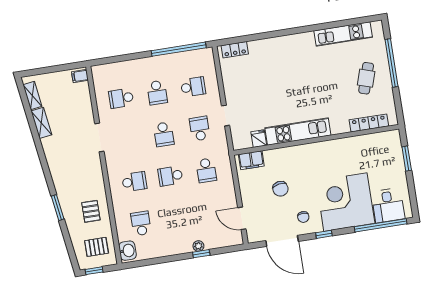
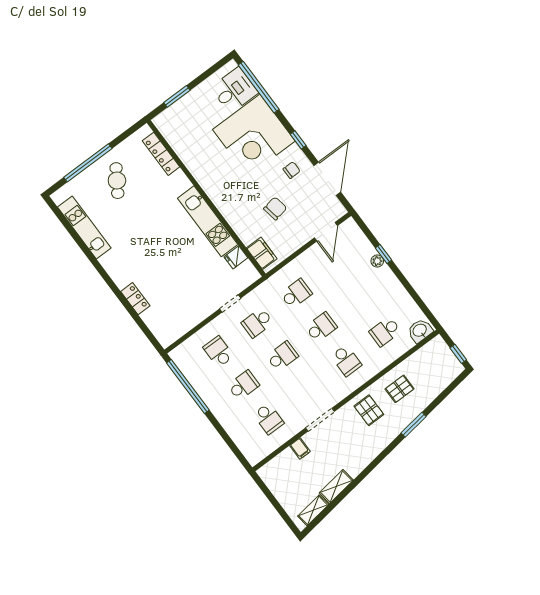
locker: (235, 50) -> (135, 299), moved
filing cabinet: (80, 76) -> (300, 449), moved
cafe table: (366, 78) -> (117, 181), turned -75
school desk: (170, 176) -> (321, 327), turned -90
school desk: (134, 182) -> (346, 361), turned 180
pallet: (97, 247) -> (369, 410), moved

